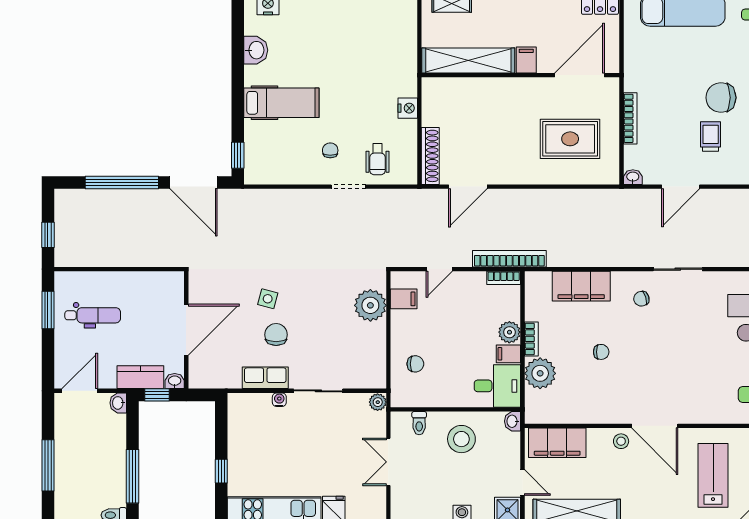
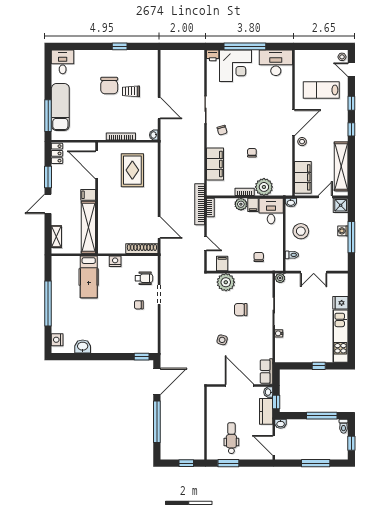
hospital bed: (281, 103) -> (89, 277), moved, turned 180
chair: (276, 335) -> (241, 310), moved
row of seats: (265, 378) -> (266, 372), moved

